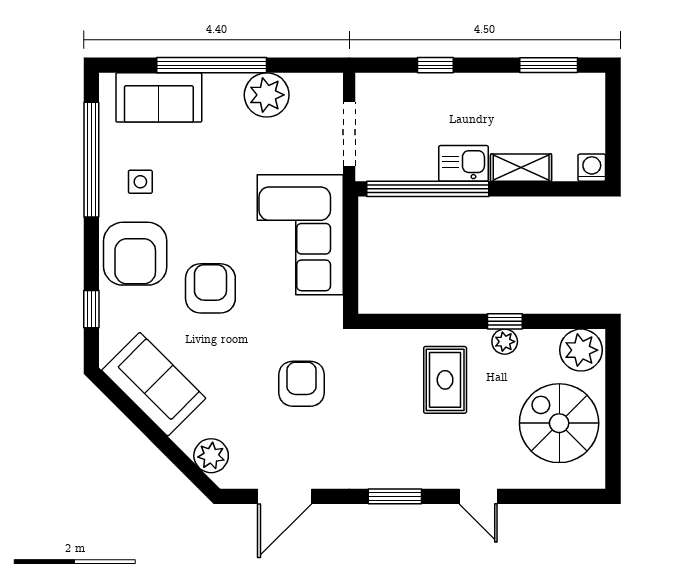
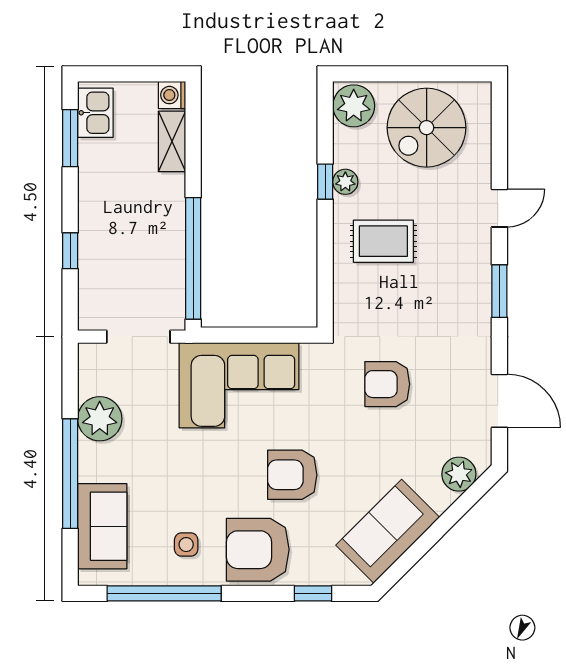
kitchen sink: (464, 163) -> (95, 113), moved, turned 180
shelving: (521, 168) -> (172, 141), moved
armchair: (135, 254) -> (258, 550), turned 180

